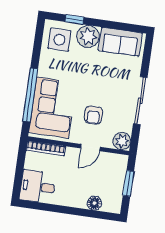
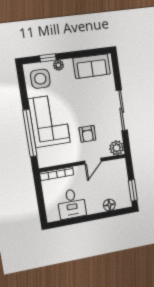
plant: (88, 36) -> (58, 65), width x0.53, depth x0.53
corner sofa: (52, 108) -> (49, 121), moved
window: (128, 183) -> (133, 190), moved
desk: (38, 187) -> (72, 204), moved, turned -90

